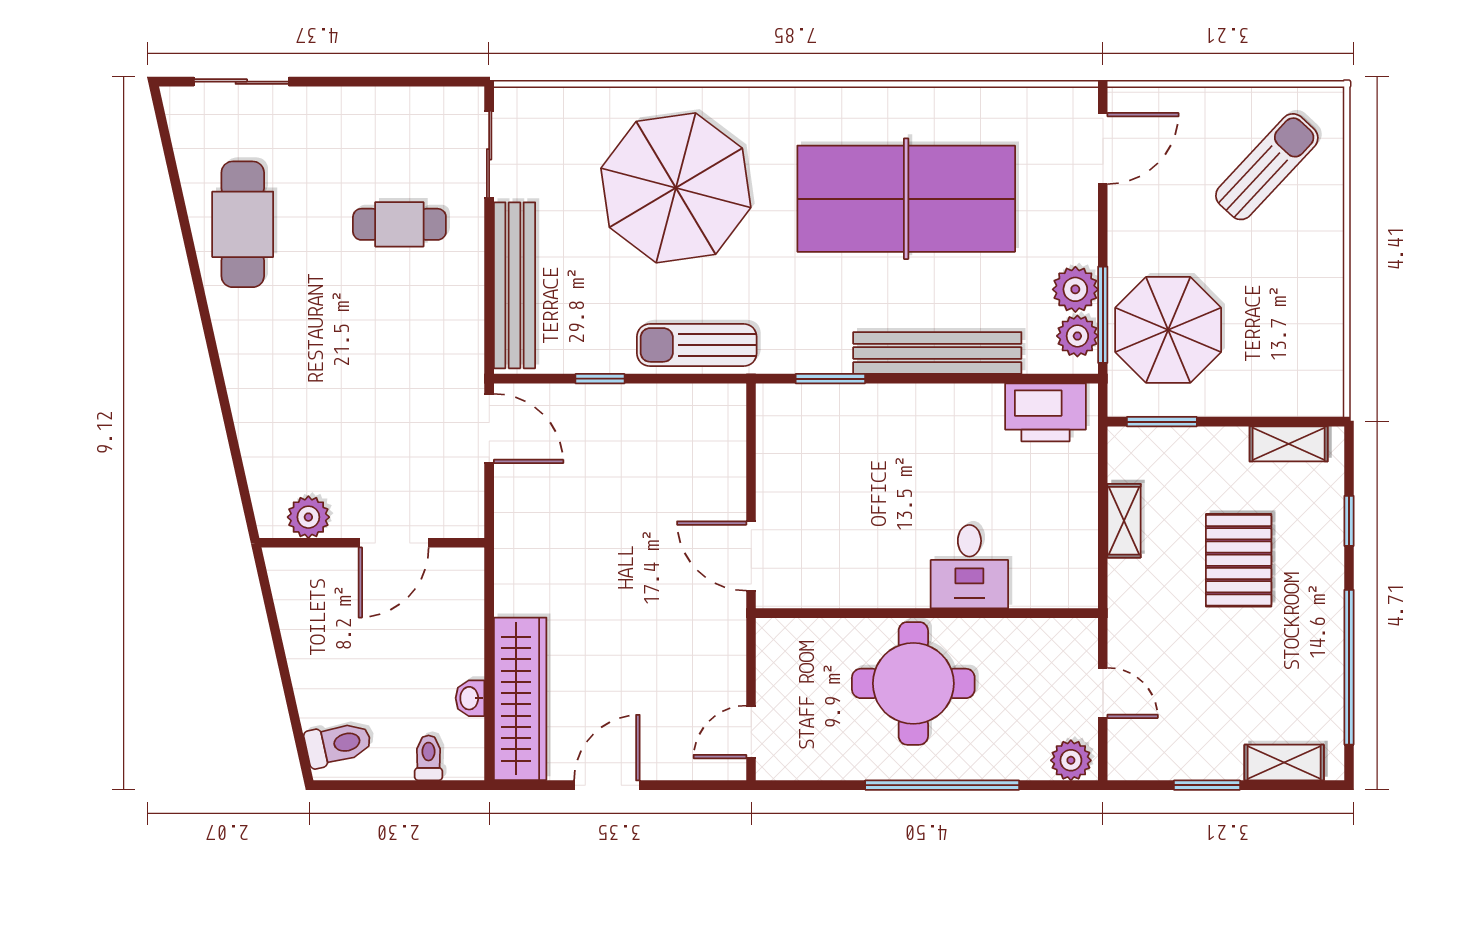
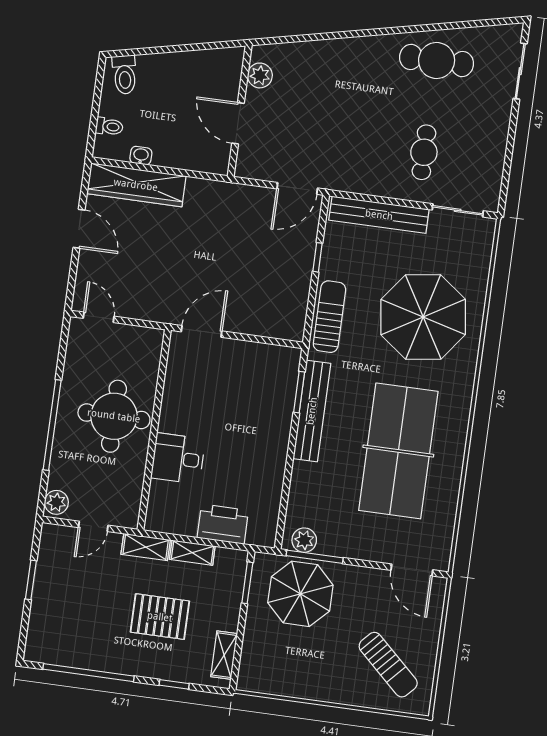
plant: (1075, 289) -> (332, 543), removed
bench: (937, 353) -> (312, 411), moved
printer: (1045, 412) -> (223, 524), moved, turned 90
shelving: (1284, 763) -> (146, 547), moved, turned 90

